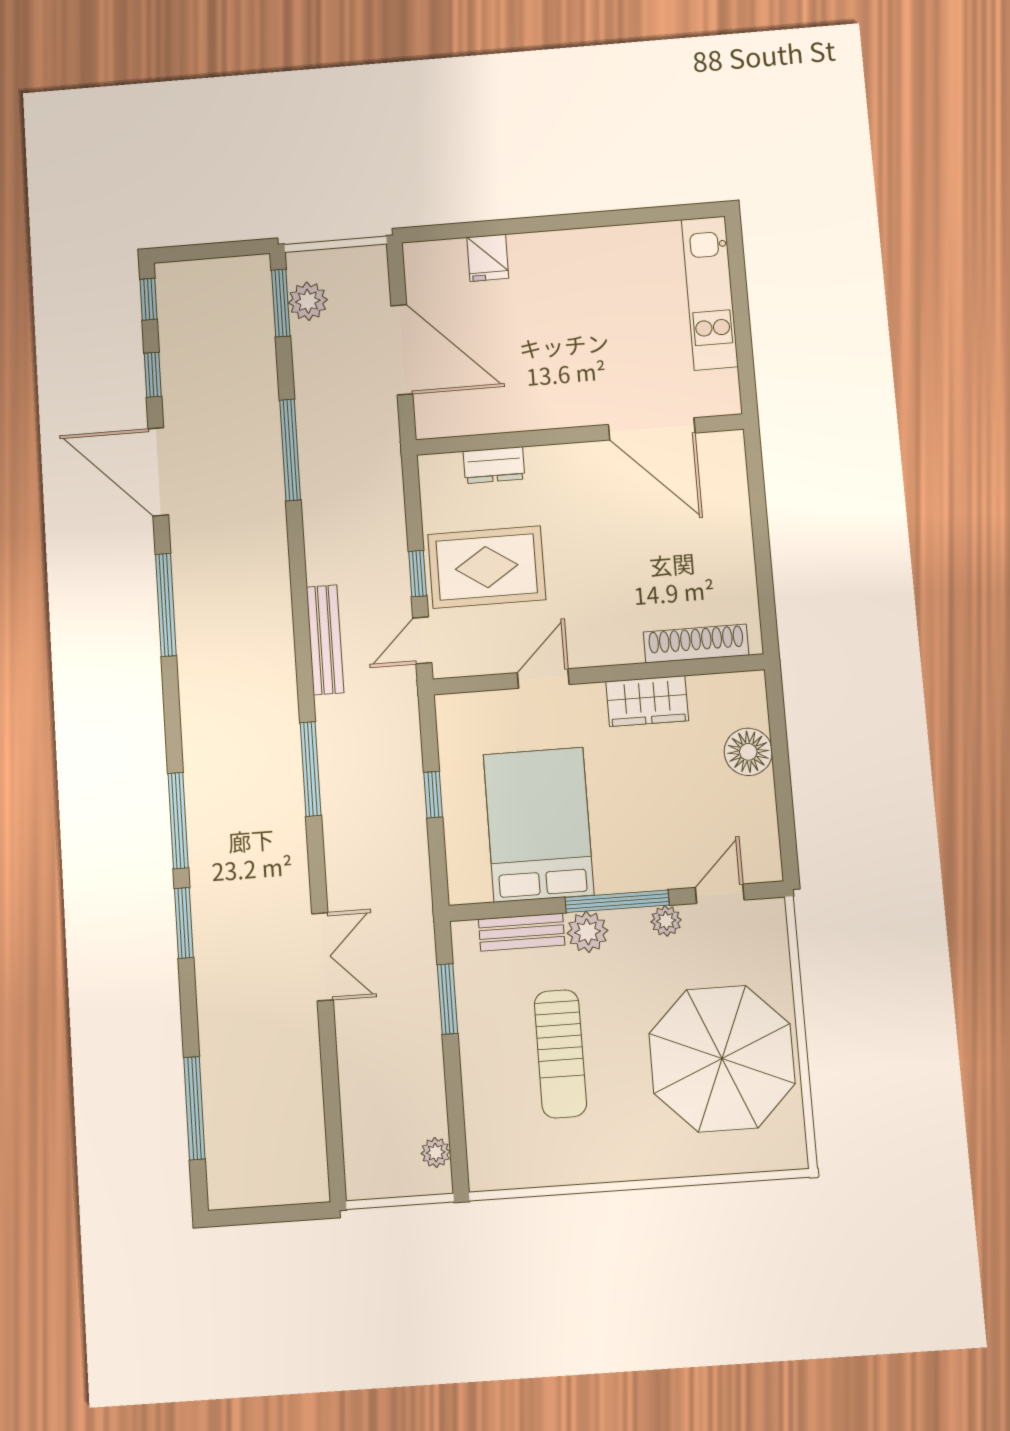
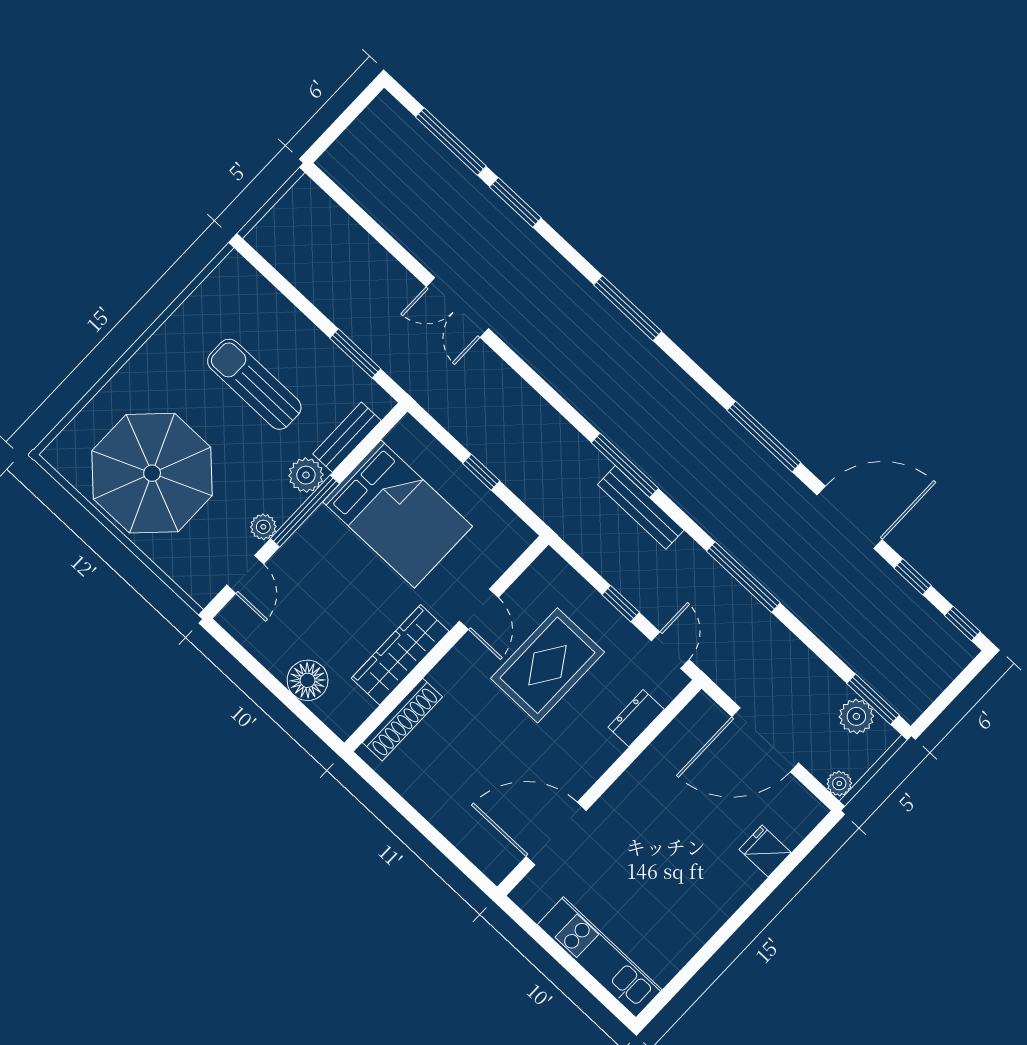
window: (290, 450) -> (743, 577), moved
rug: (487, 567) -> (547, 665), moved
door: (422, 640) -> (670, 650), moved
wardrobe: (647, 701) -> (400, 655), width x1.50
window: (310, 769) -> (625, 465), moved
window: (184, 923) -> (515, 202), moved
plant: (436, 1153) -> (839, 783), moved

